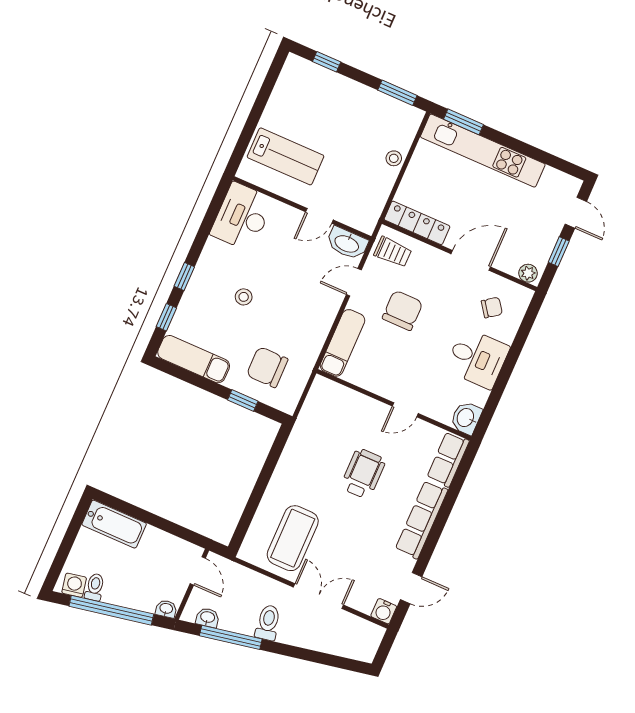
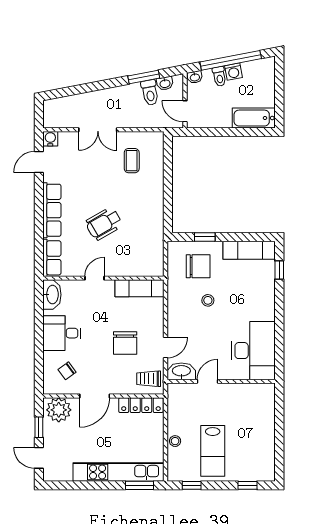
window: (397, 93) -> (192, 485), width x0.67
lab bench: (286, 156) -> (213, 451), moved, turned -90
desk: (242, 217) -> (253, 351), width x1.36, depth x1.30
plant: (528, 273) -> (59, 410), width x1.88, depth x1.88
window: (184, 277) -> (279, 302), removed
stool: (244, 297) -> (208, 300), moved
exam couch: (343, 343) -> (140, 288), moved, turned -90
washbasin: (466, 418) -> (52, 295), width x1.38
wheelchair: (363, 474) -> (104, 224), turned 60
coffee table: (293, 538) -> (132, 161), width x0.54, depth x0.58
washing machine: (74, 585) -> (233, 72), moved
toilet: (95, 587) -> (219, 76), moved
toilet: (268, 623) -> (150, 92), moved
window: (231, 637) -> (144, 77), width x0.69

